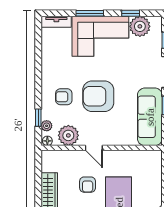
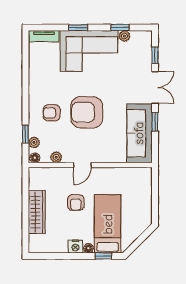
window: (90, 13) -> (78, 27), width x0.67
plant: (140, 26) -> (124, 36), width x0.53, depth x0.53
plant: (68, 135) -> (56, 157), width x0.53, depth x0.53
door: (94, 148) -> (82, 165), hinge flipped

